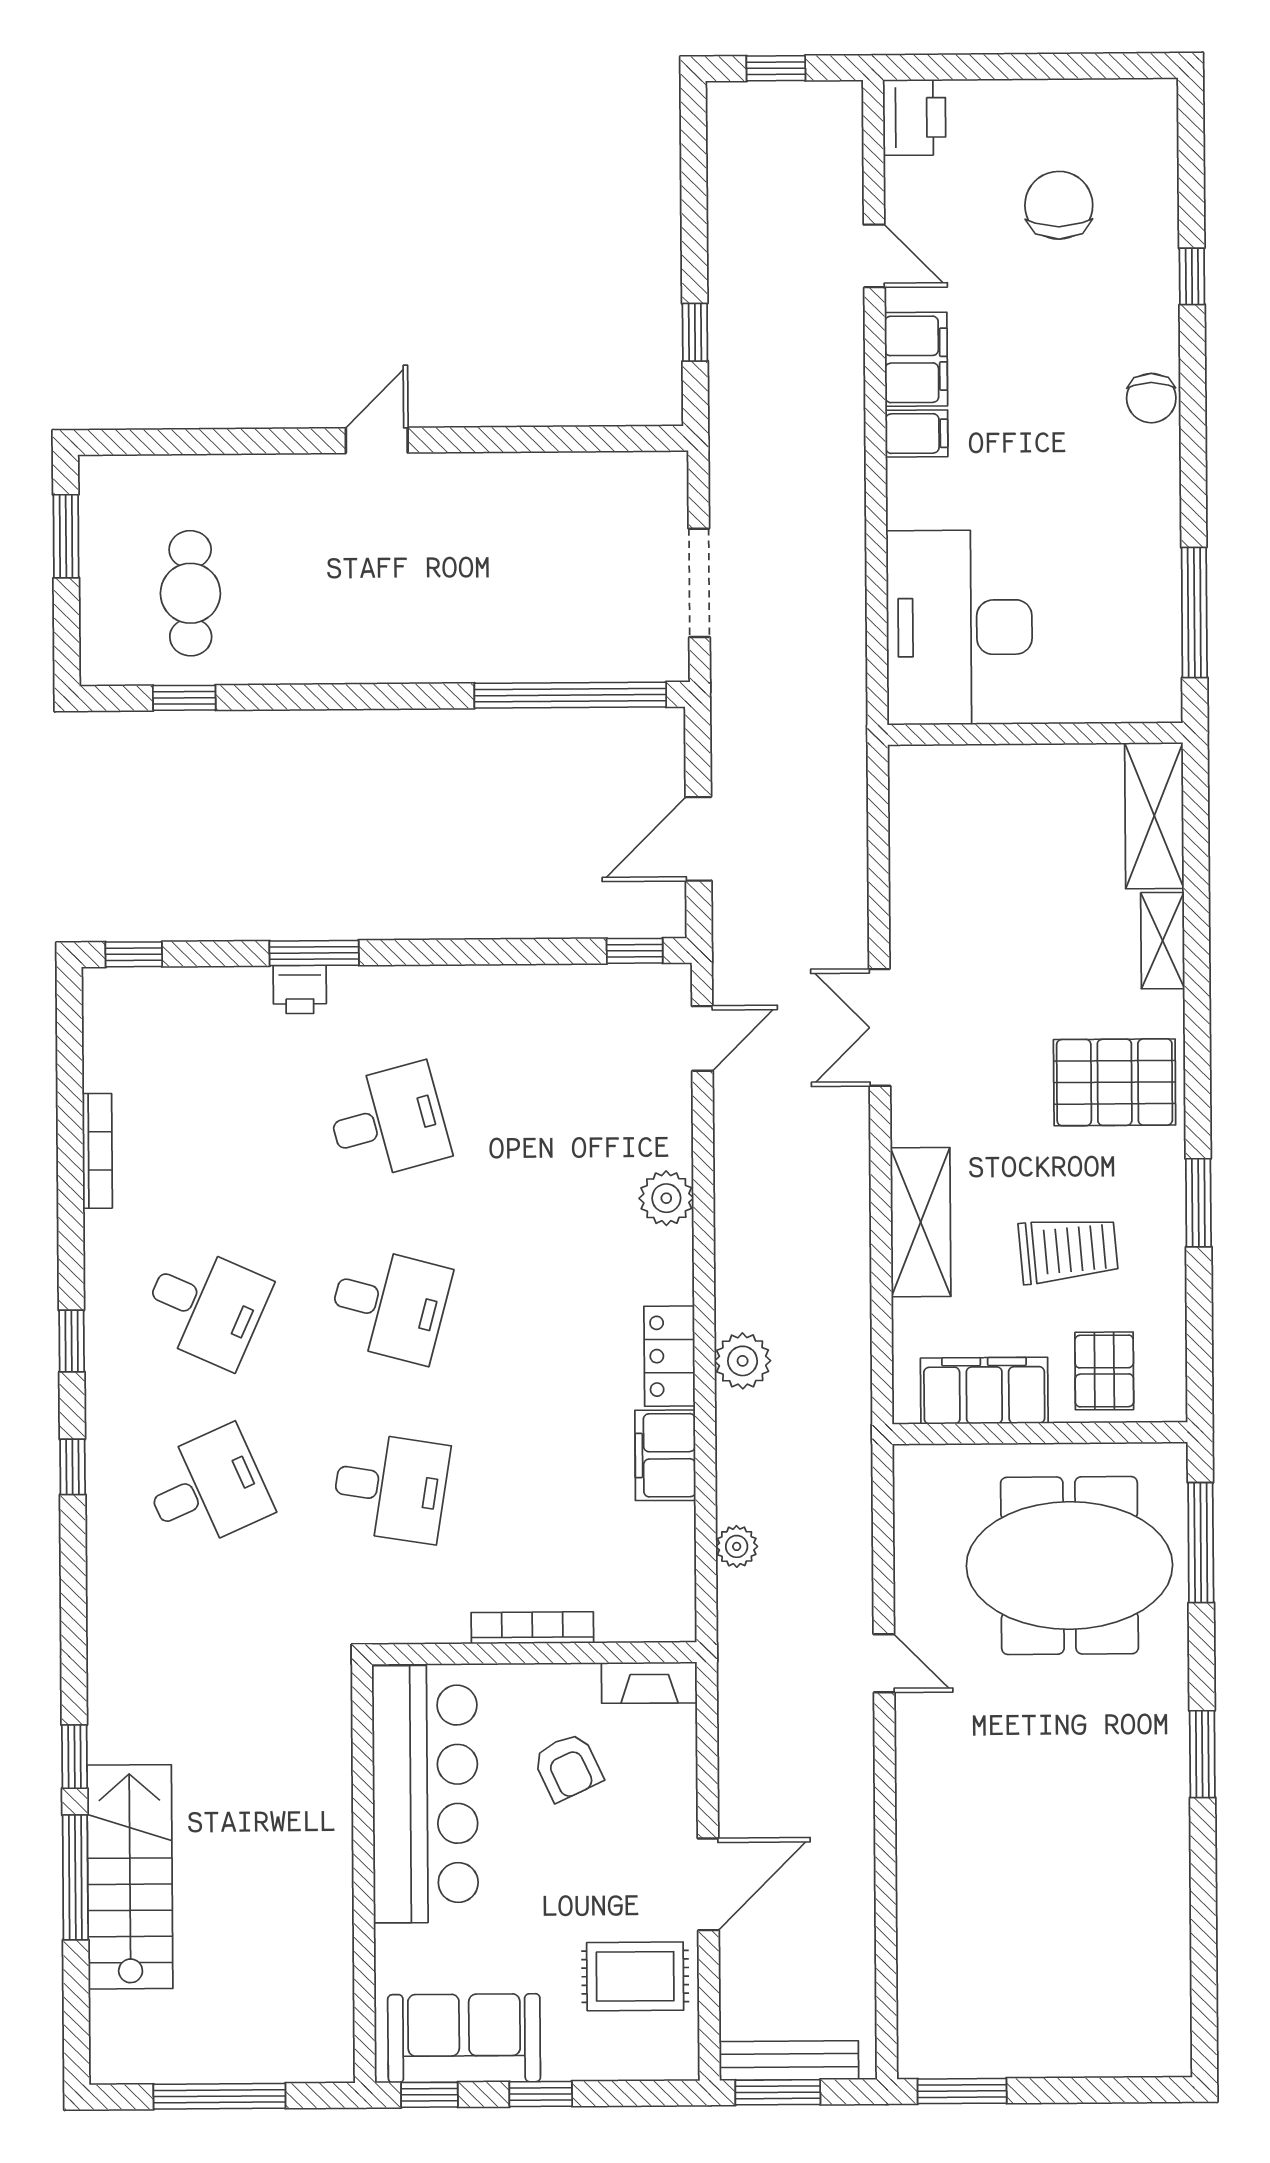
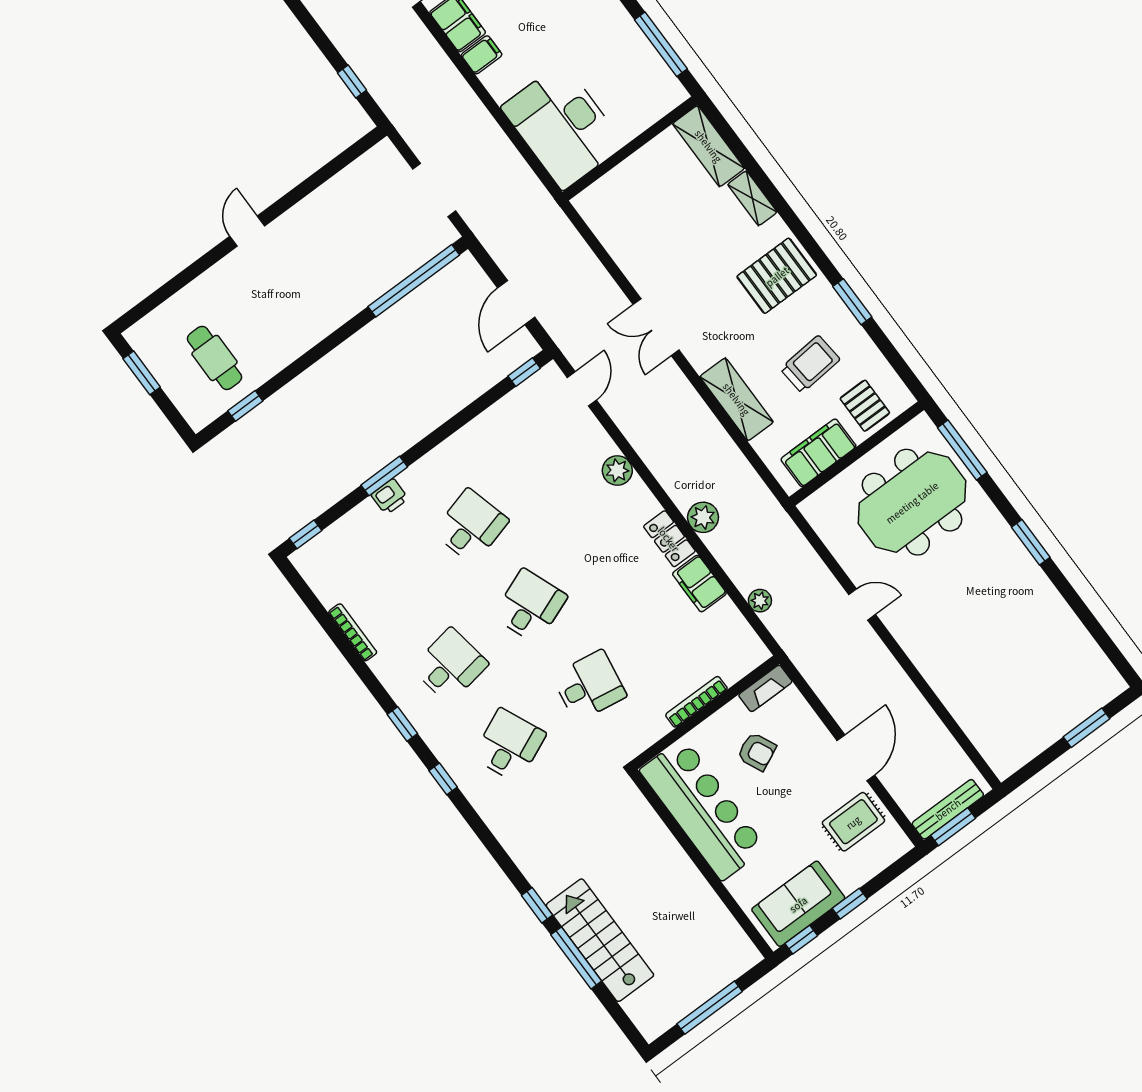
desk: (389, 1305) -> (530, 606), turned -36
desk: (206, 1306) -> (450, 666), turned -33
window: (962, 2091) -> (1087, 728), moved

